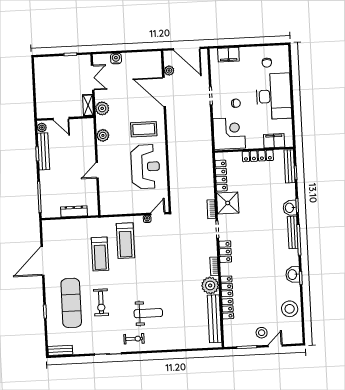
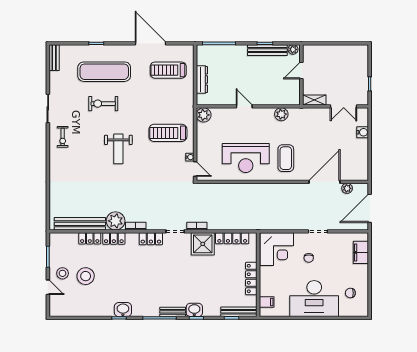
plant: (102, 108) -> (204, 115), moved
filing cabinet: (274, 141) -> (267, 302), width x0.50
bench: (293, 232) -> (173, 312), width x0.73
treadmill: (100, 254) -> (168, 70), moved
stool: (290, 309) -> (86, 276), moved
weight bench: (148, 313) -> (118, 149), moved

